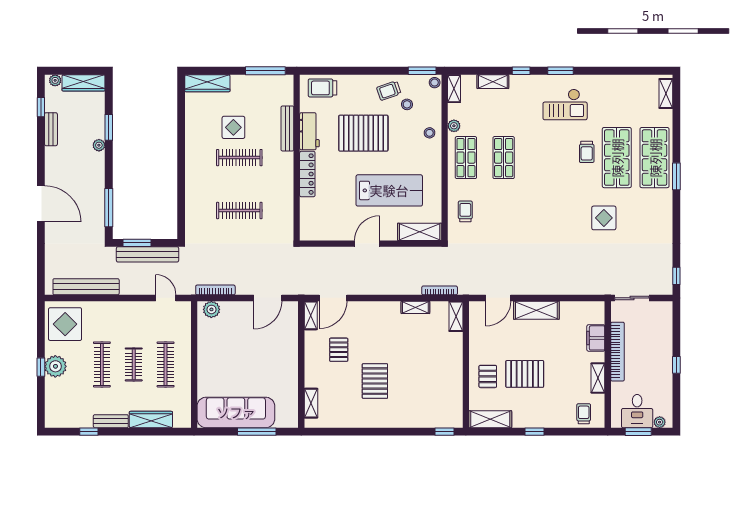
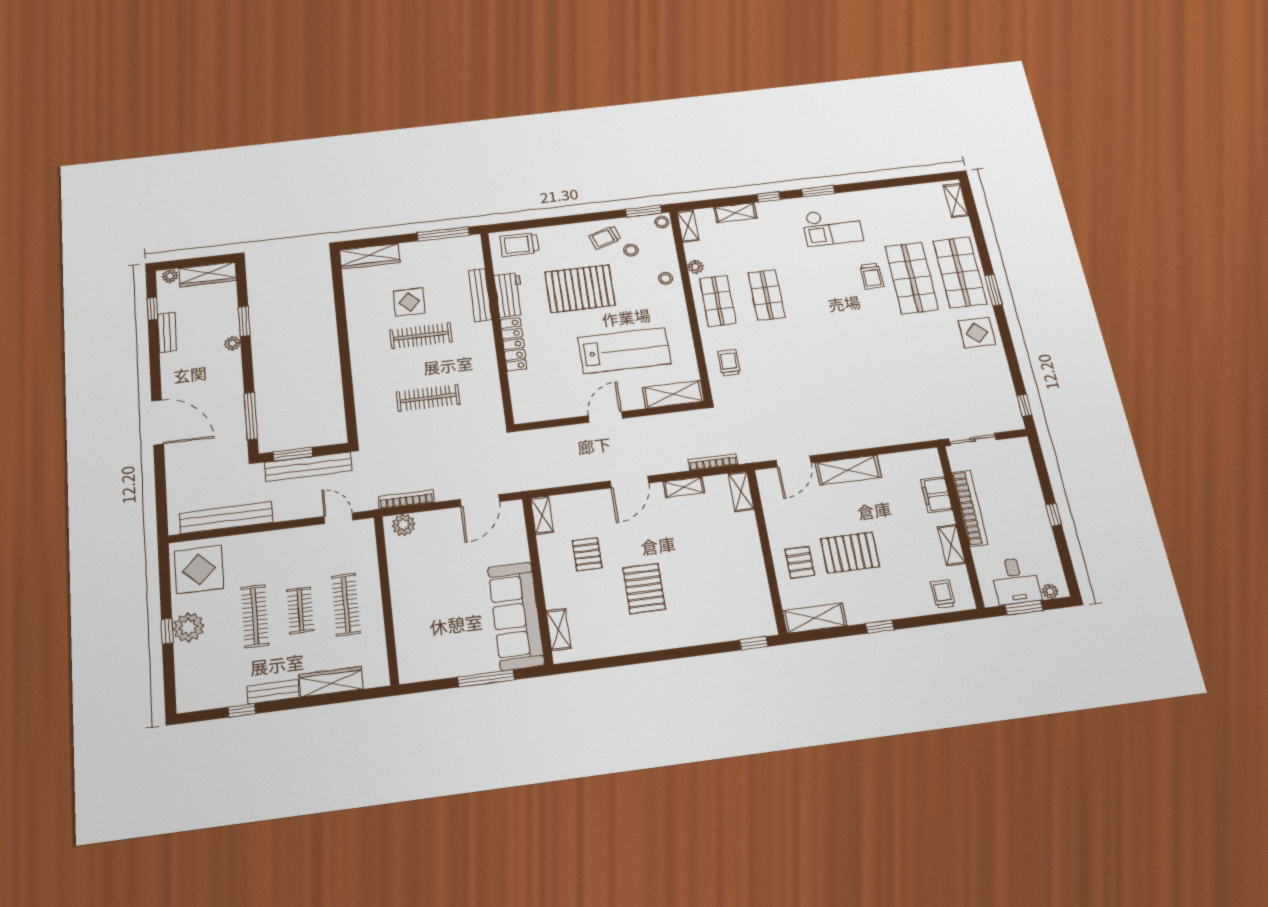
display table: (604, 218) -> (977, 333), moved
door: (333, 298) -> (629, 482), moved
sofa: (236, 412) -> (516, 616), moved, turned -90

